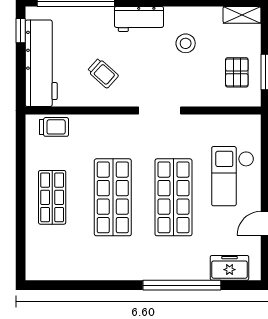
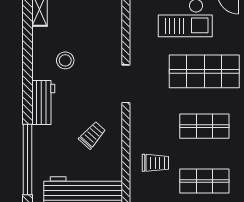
pallet: (237, 72) -> (91, 14), removed
trolley: (54, 127) -> (155, 163), moved, turned 90
shop shelf: (113, 197) -> (204, 126), width x0.70, depth x0.74

